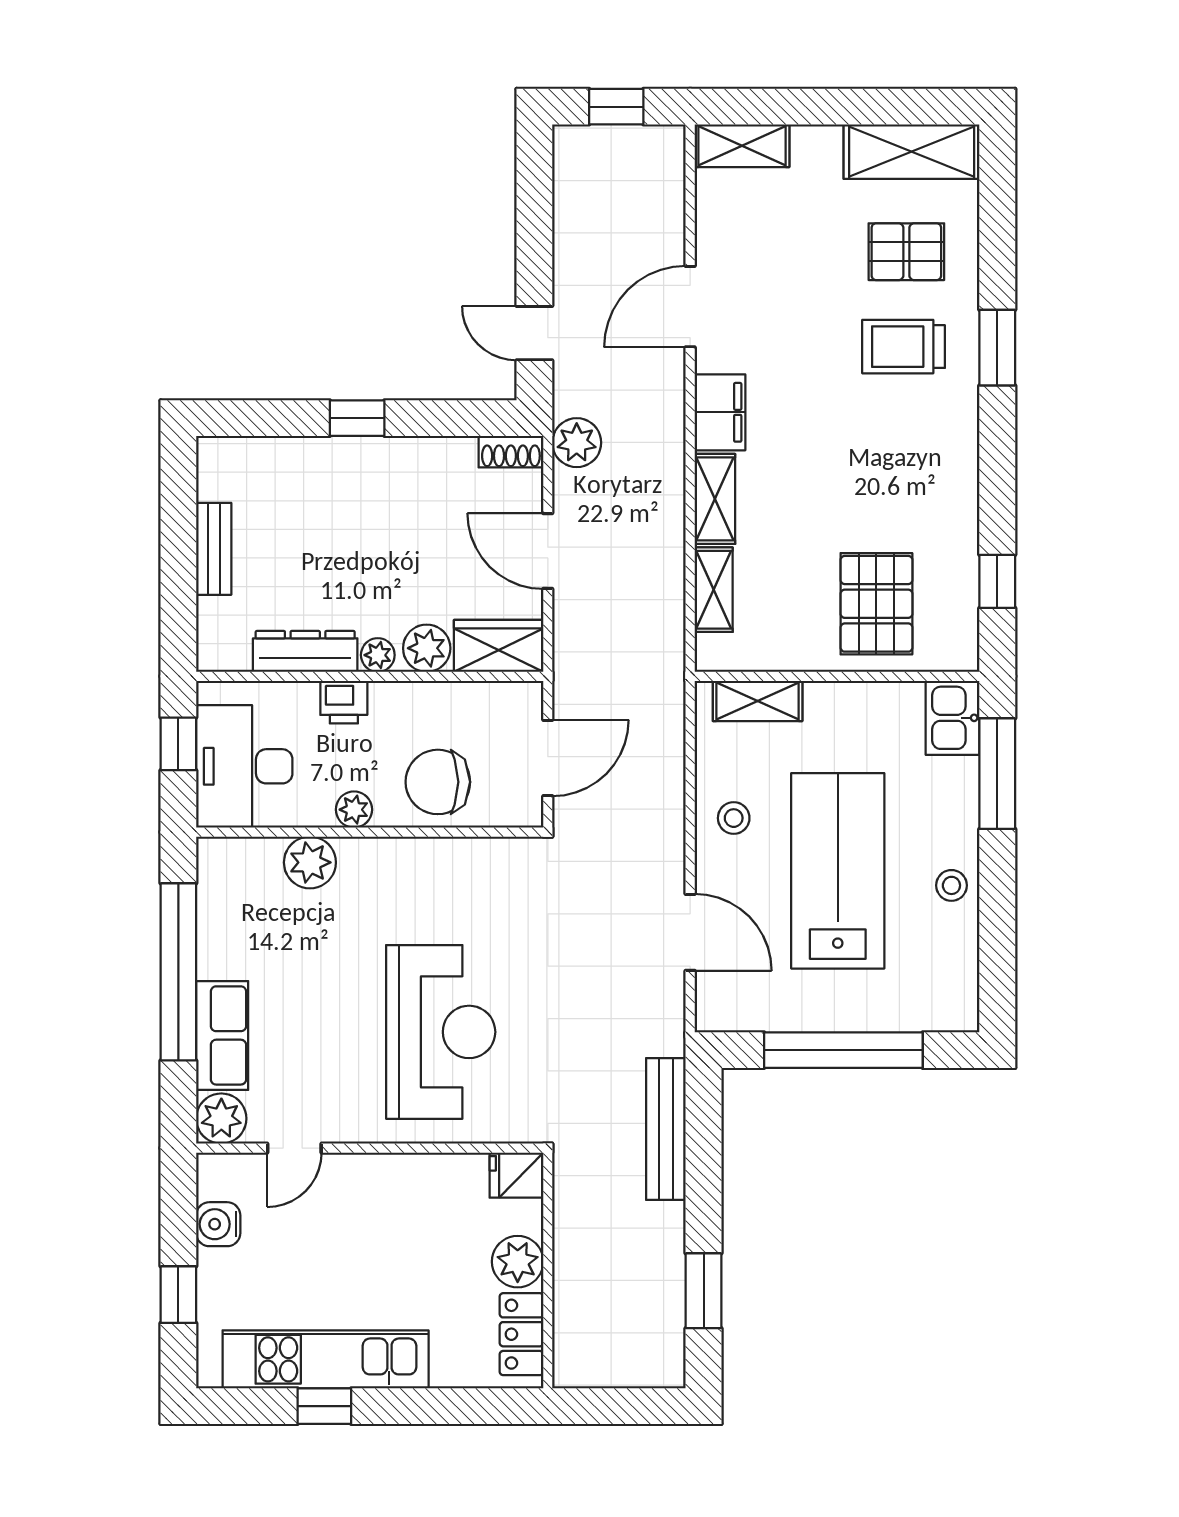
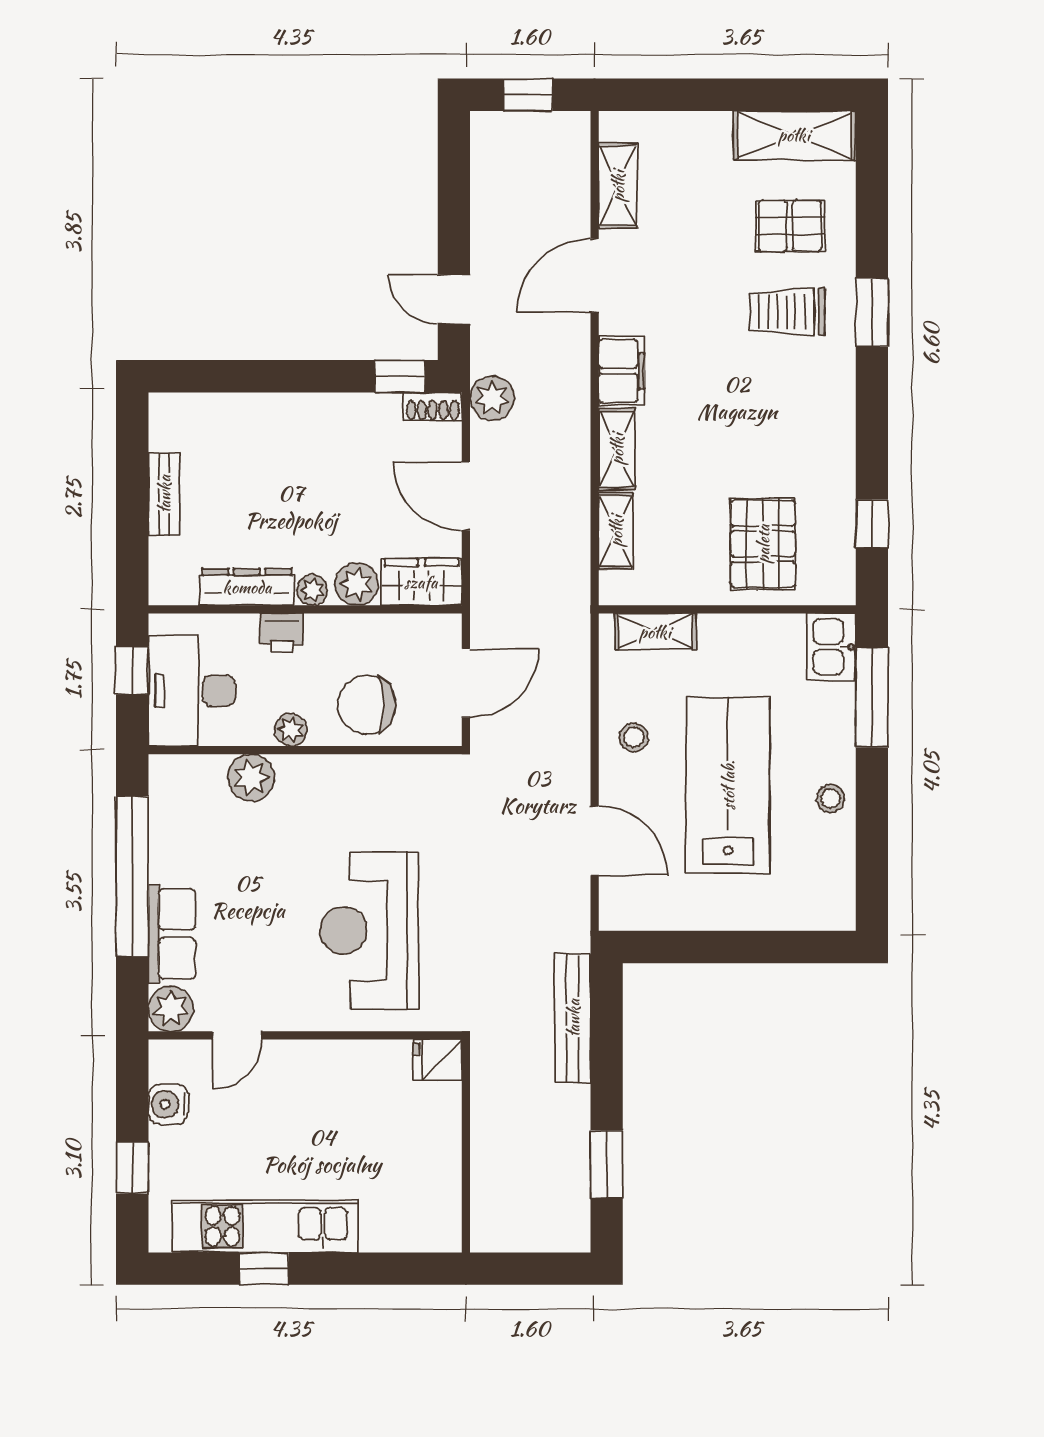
shelving: (742, 146) -> (618, 186), moved, turned 90
window: (357, 418) -> (400, 376), moved
reception desk: (441, 1032) -> (369, 931), turned 180
window: (843, 1050) -> (733, 947), removed
plant: (518, 1262) -> (439, 1138), removed
locker: (521, 1334) -> (442, 1204), removed

